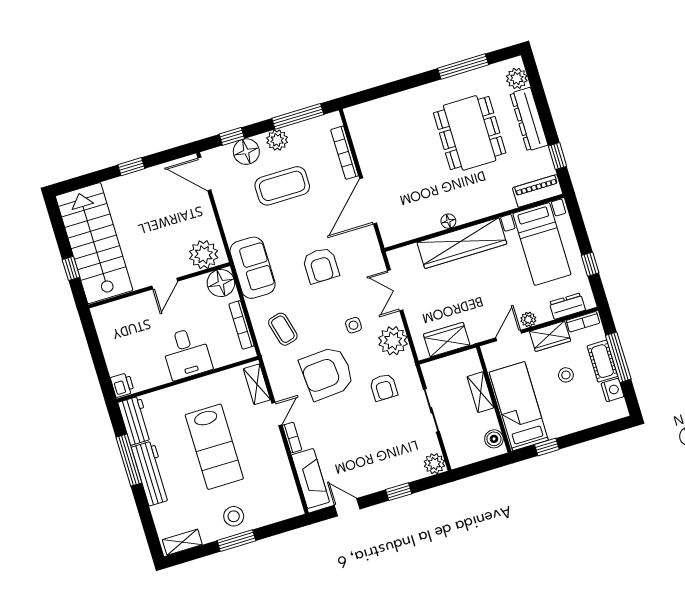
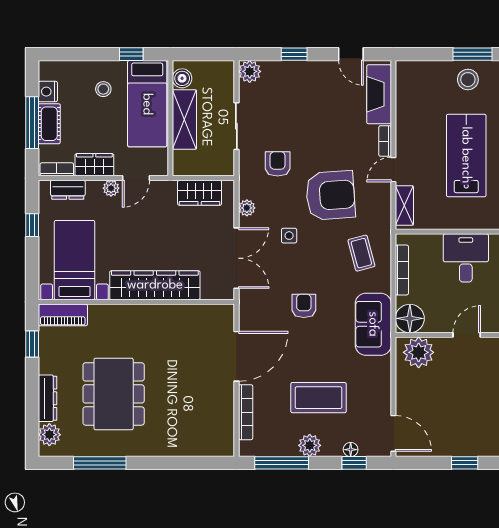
dresser: (529, 119) -> (47, 398), width x0.73, depth x0.80
floor lamp: (246, 152) -> (351, 450), width x0.53, depth x0.53
floor lamp: (448, 221) -> (162, 312), removed
armchair: (321, 265) -> (304, 306), width x0.72, depth x0.72
double door: (395, 290) -> (236, 258), width x1.37
plant: (393, 341) -> (247, 208), width x0.53, depth x0.53
stool: (566, 375) -> (103, 89), moved
shelving: (481, 392) -> (184, 120), width x1.50, depth x1.33

